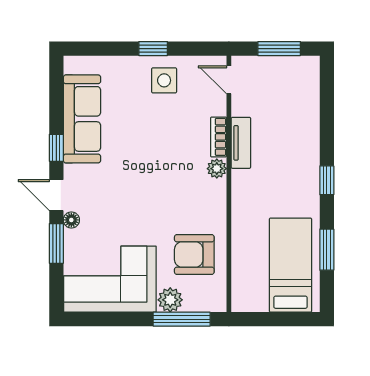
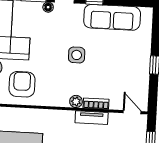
side table: (164, 80) -> (77, 55), moved
door: (229, 80) -> (132, 112), hinge flipped

